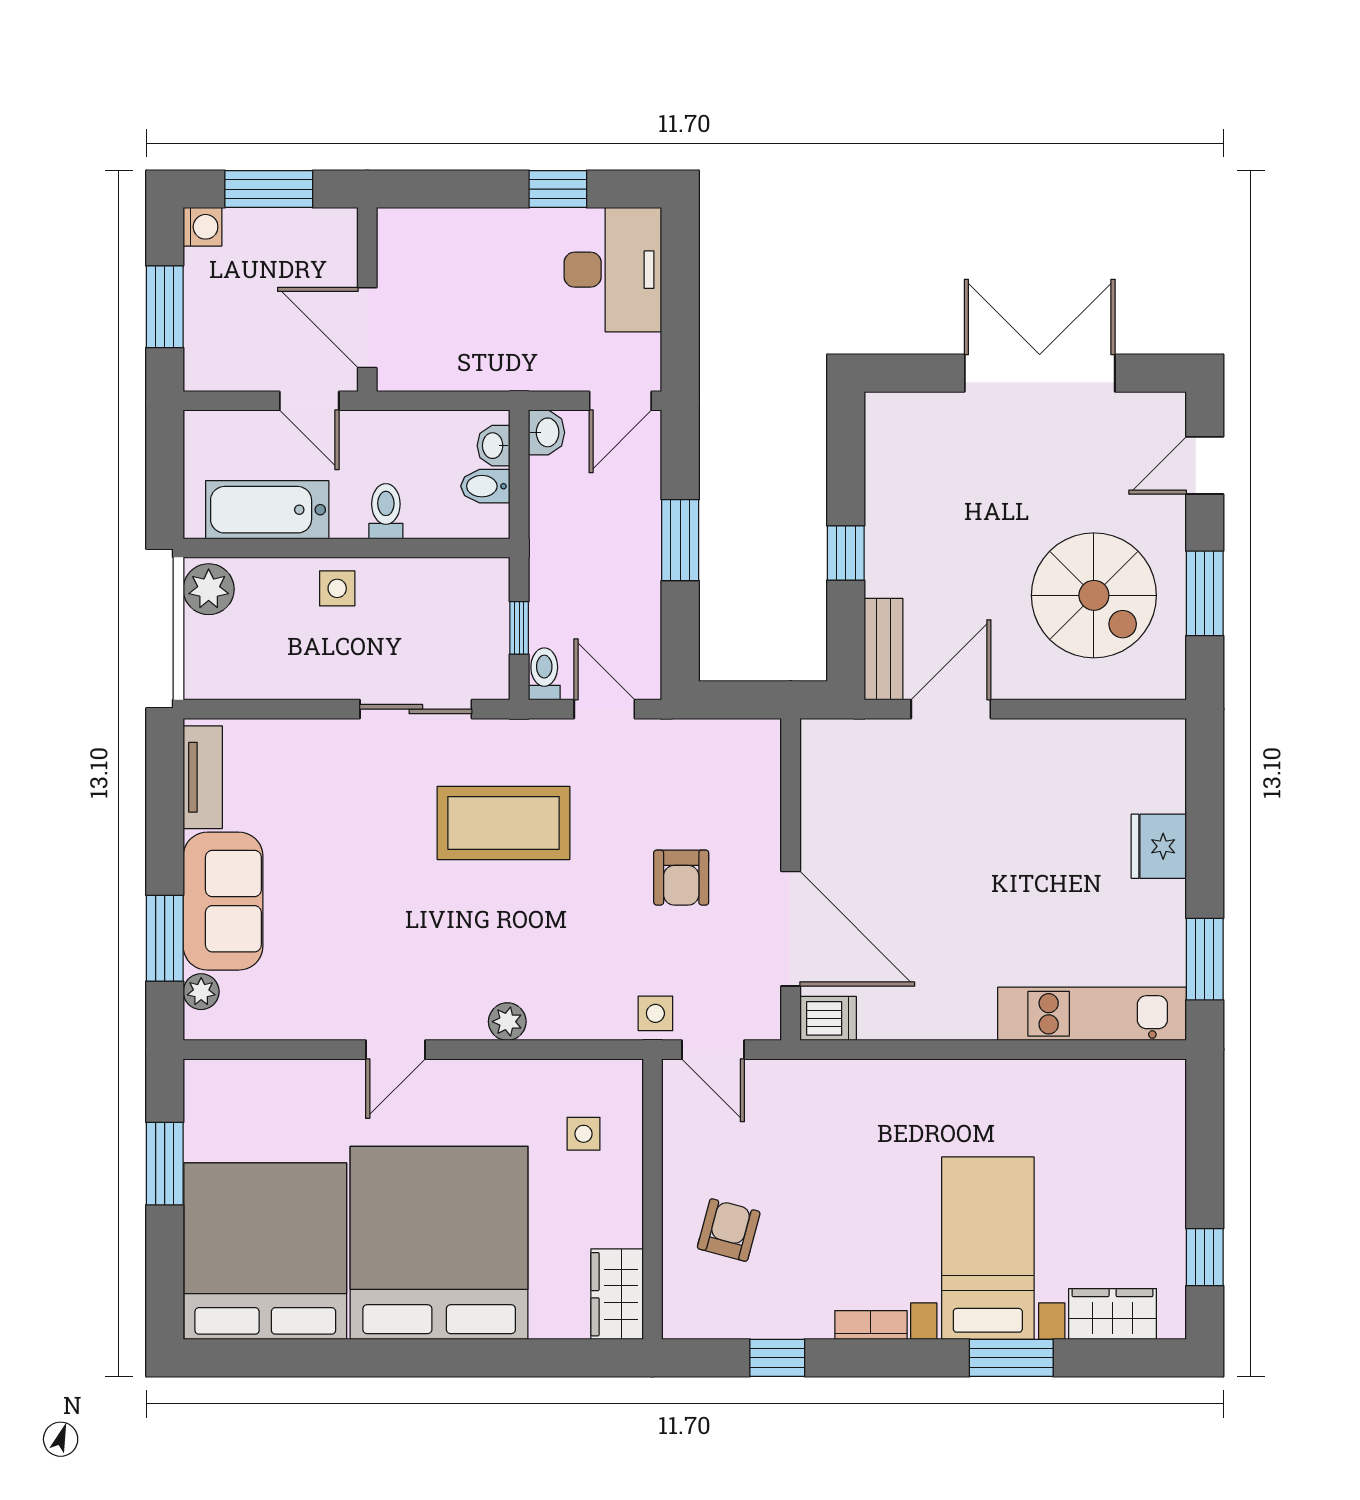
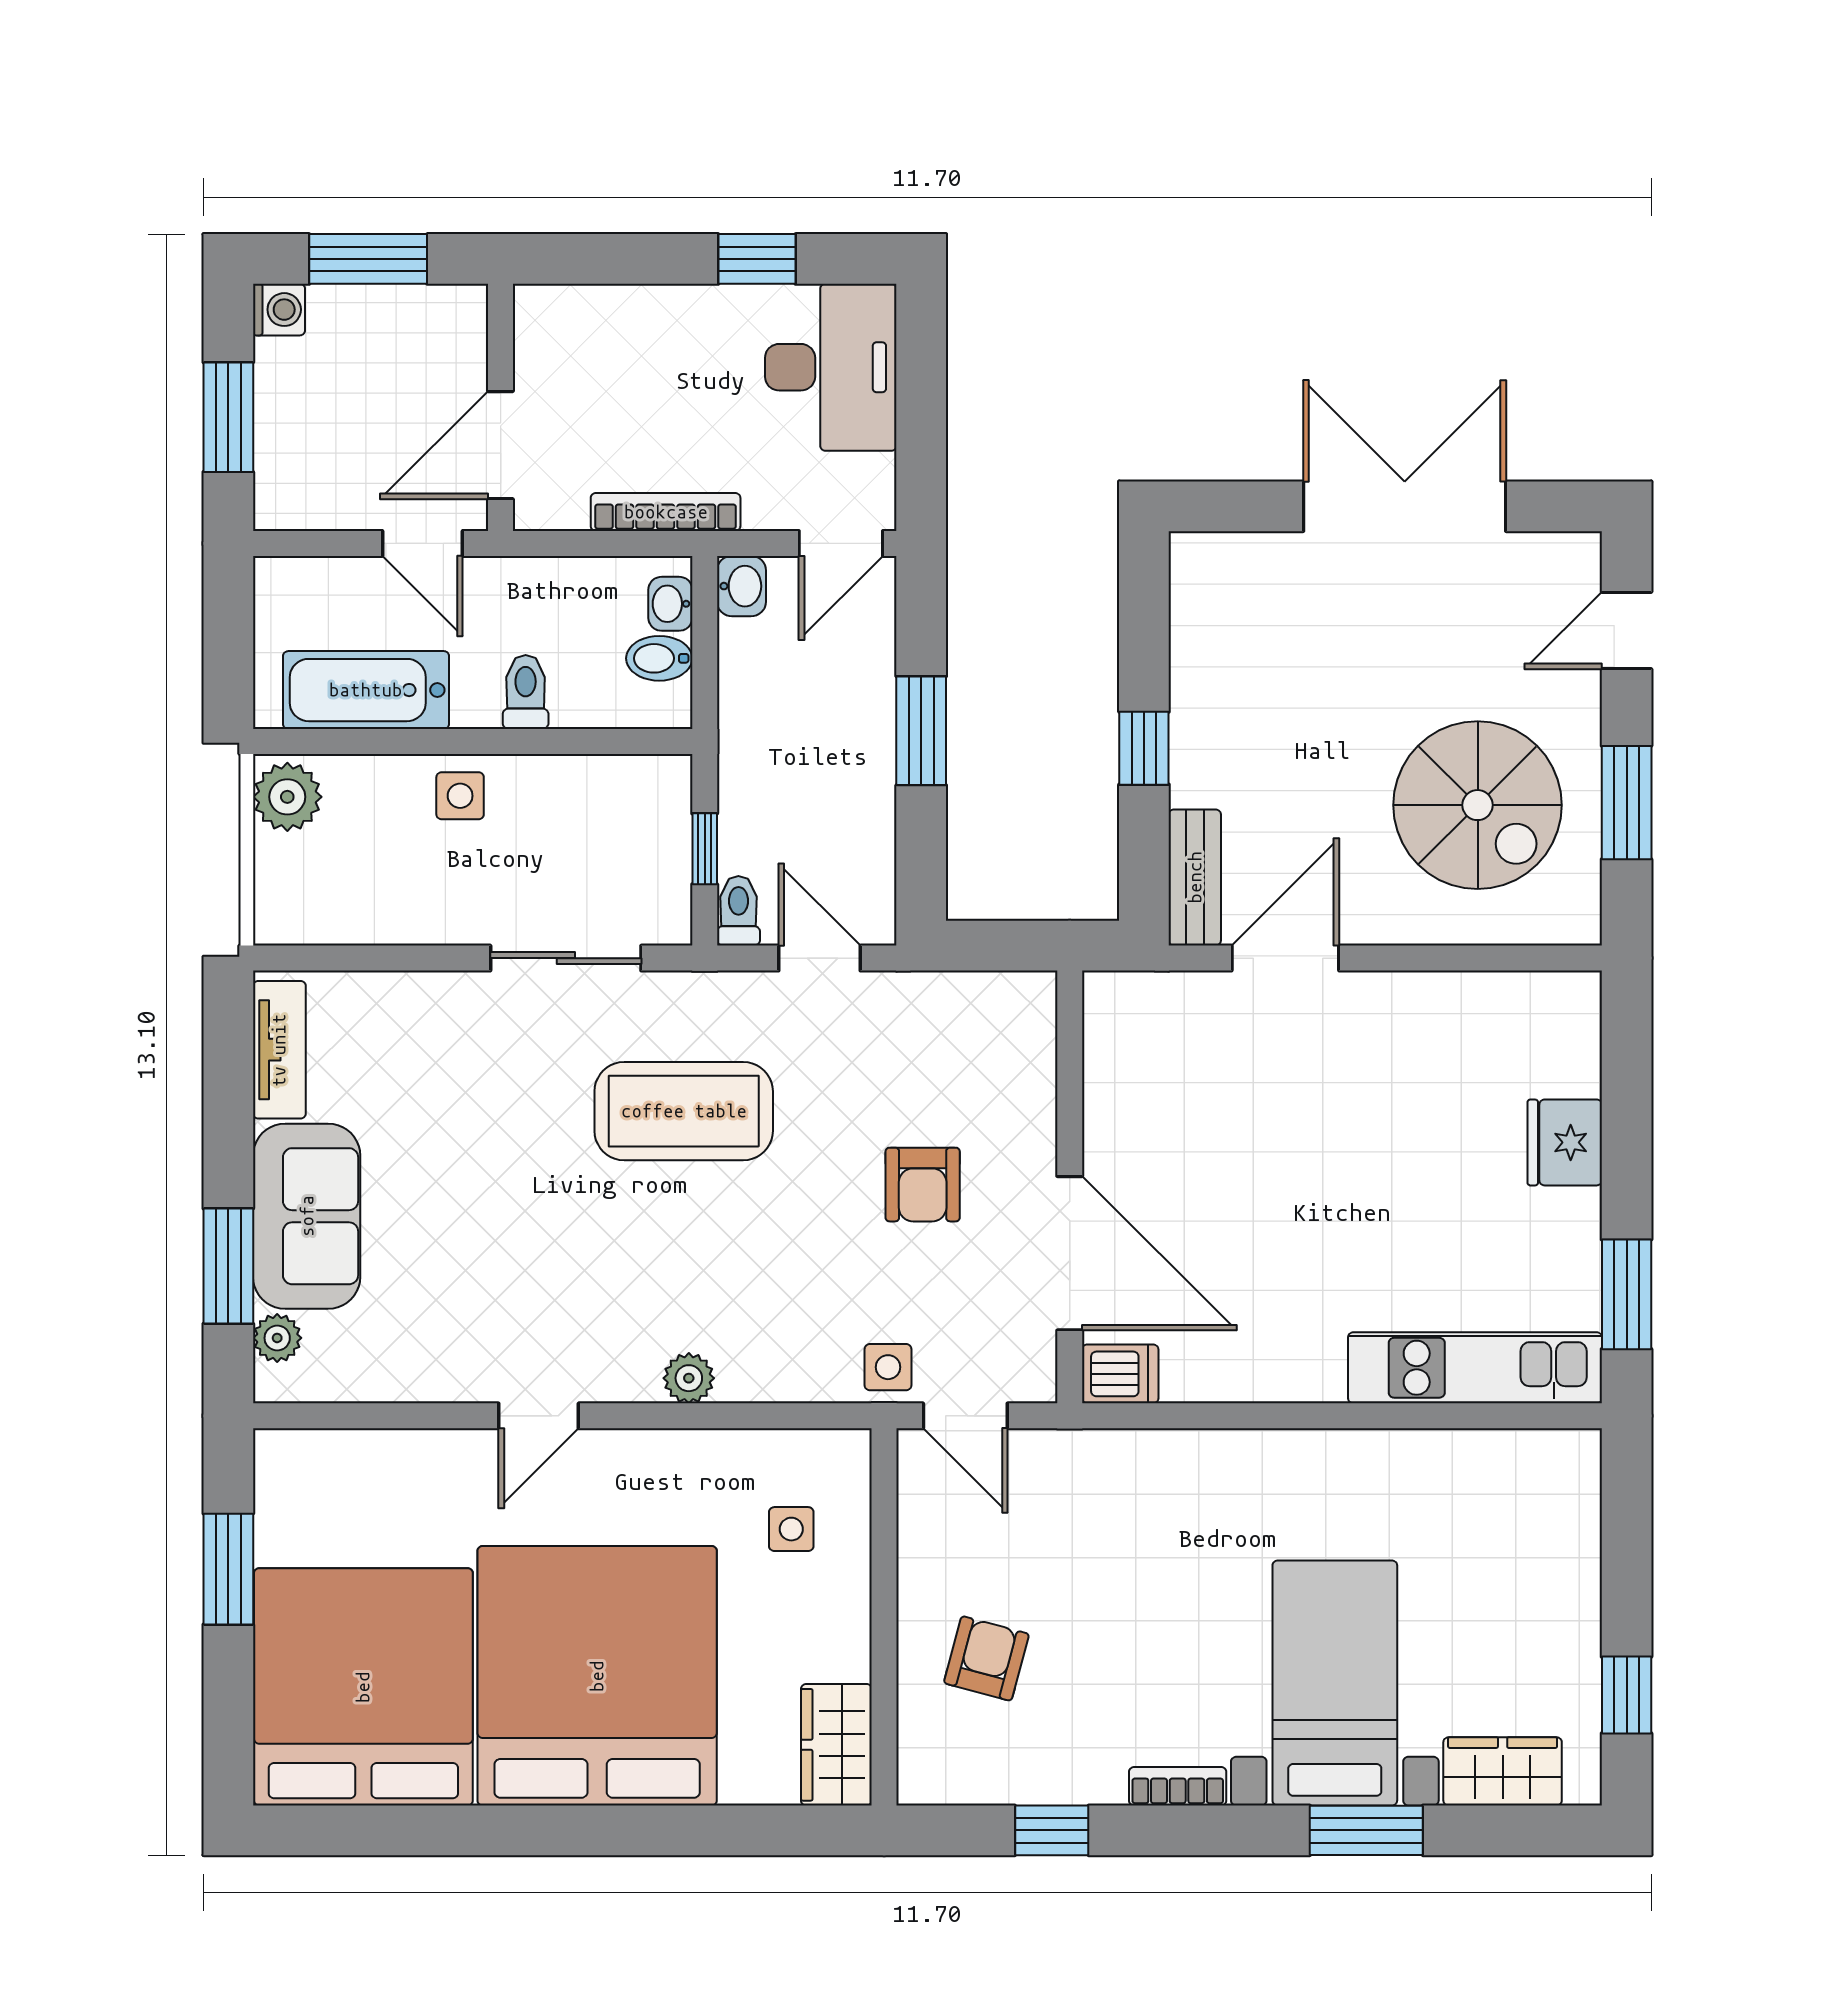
door: (367, 328) -> (501, 445), hinge flipped
bookcase: (490, 377) -> (666, 512), added

